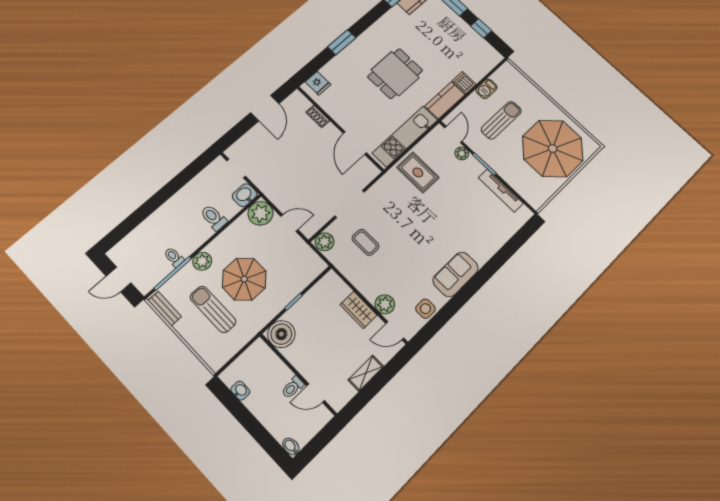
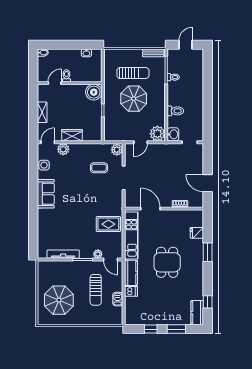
fridge: (318, 83) -> (197, 233), moved
parasol: (553, 148) -> (59, 300), width x0.73, depth x0.73
plant: (202, 261) -> (159, 88), removed

